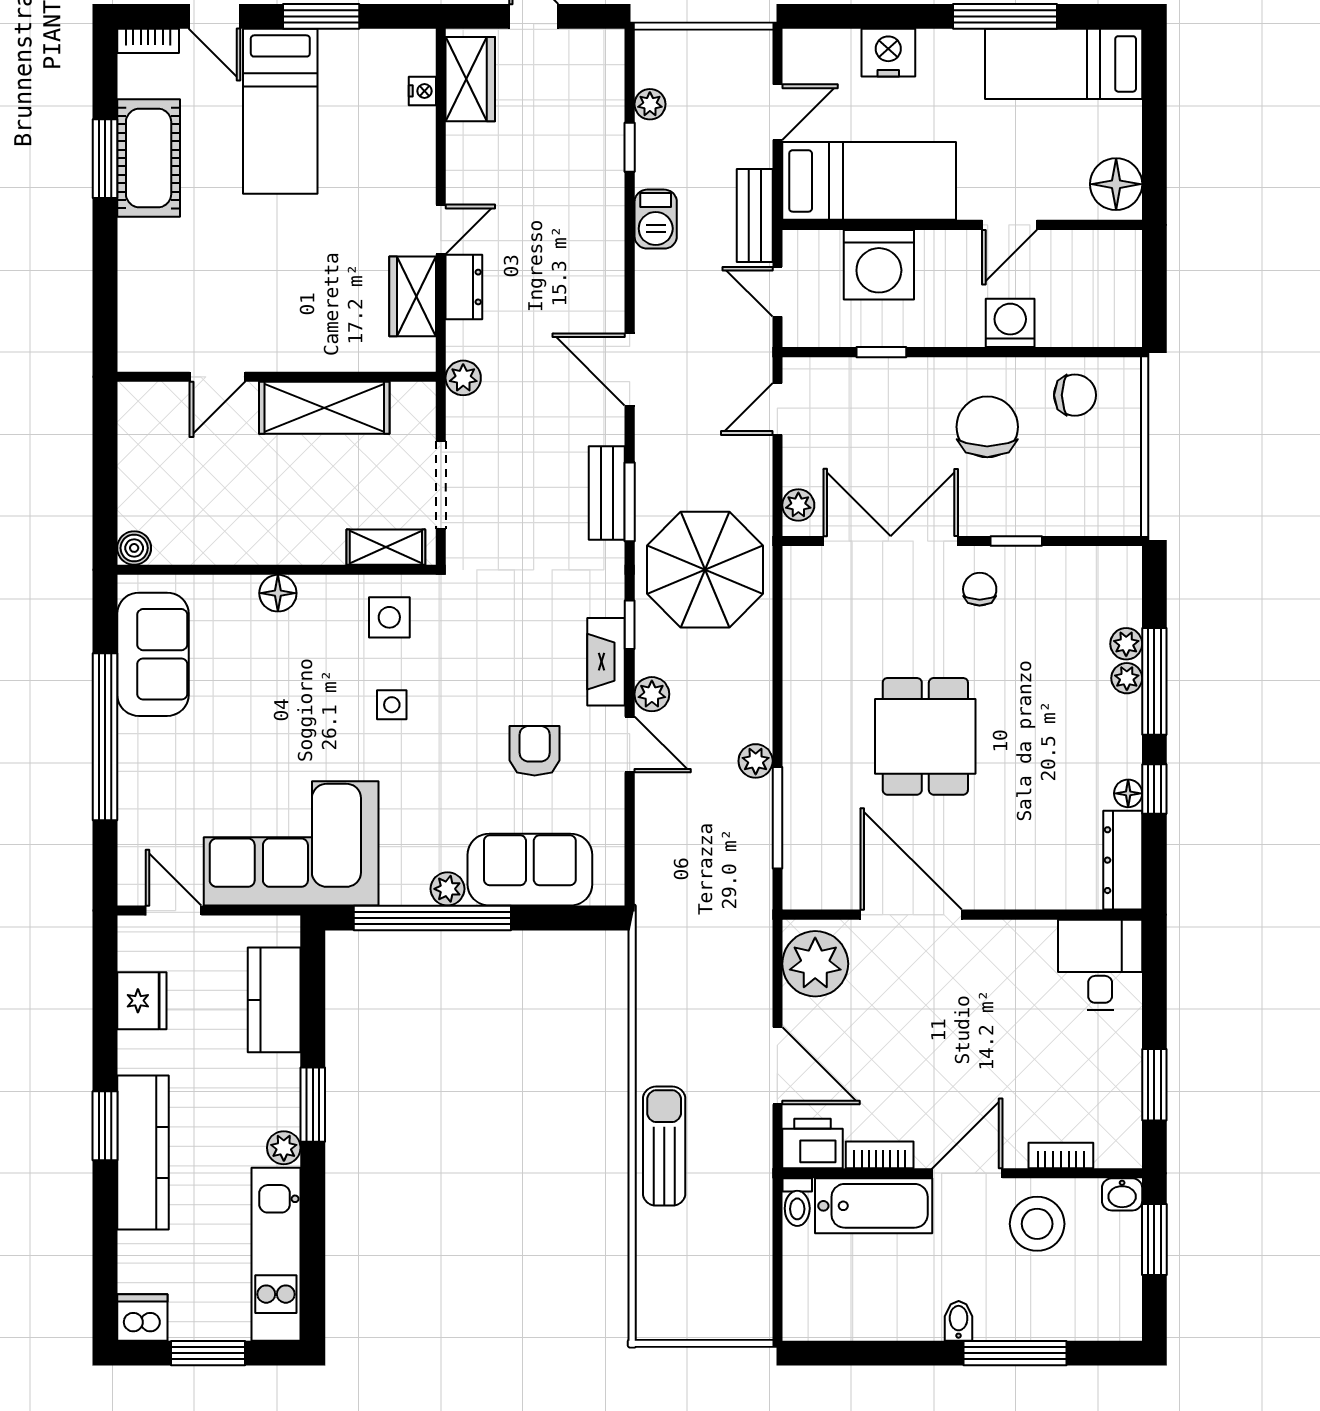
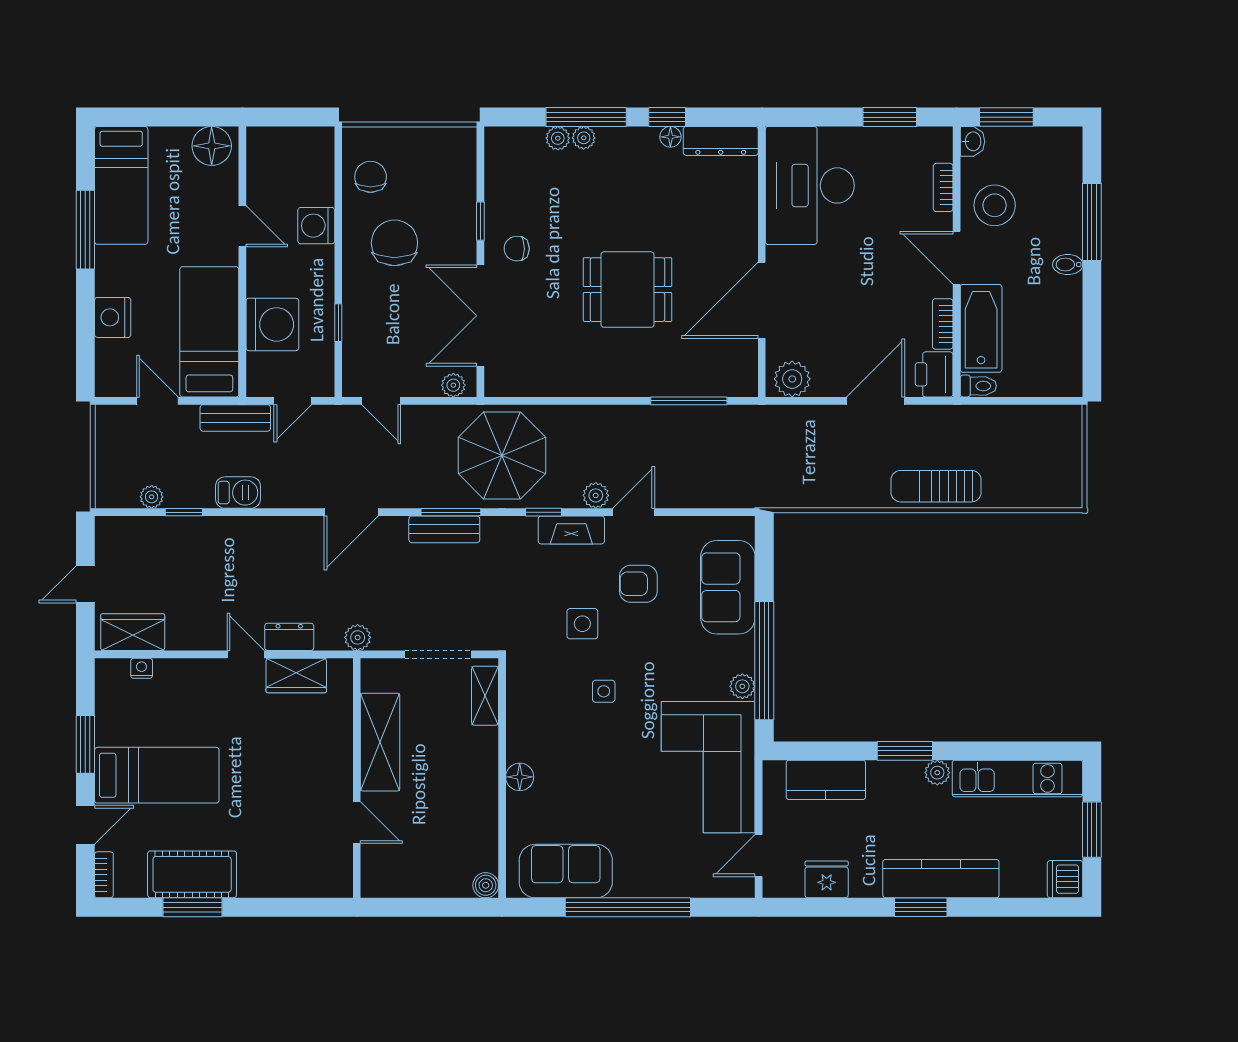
chair: (987, 427) -> (394, 243), turned 90
side table: (389, 617) -> (582, 624), moved
plant: (756, 761) -> (646, 417), removed
plant: (448, 889) -> (742, 686), moved
plant: (815, 964) -> (792, 379), width x0.73, depth x0.73
desk: (1100, 965) -> (810, 185), width x1.87, depth x1.30

